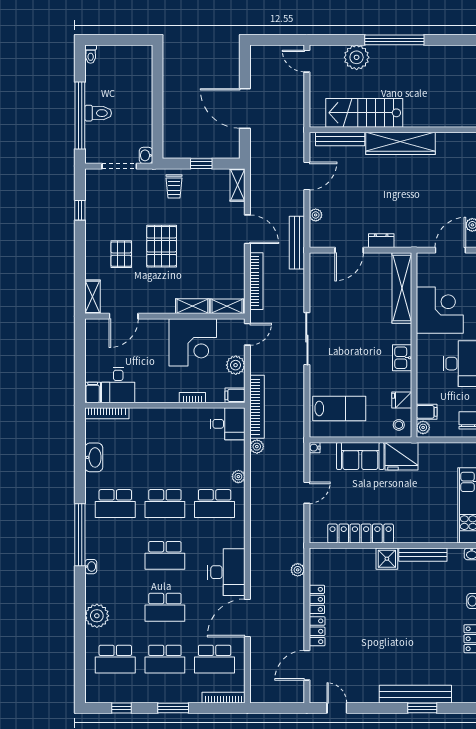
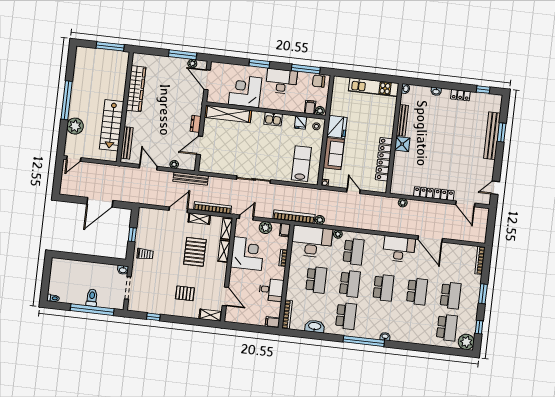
wardrobe: (400, 143) -> (136, 89), moved
shelving: (238, 185) -> (199, 219), moved
pallet: (162, 246) -> (195, 252), moved, turned 90
door: (349, 250) -> (199, 145), swing flipped
door: (247, 334) -> (246, 218), hinge flipped
desk: (118, 385) -> (271, 290), moved
desk: (228, 424) -> (312, 242), width x1.87, depth x1.30
plant: (97, 616) -> (466, 342), moved
school desk: (215, 659) -> (316, 280), moved

